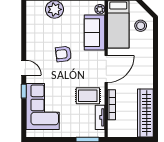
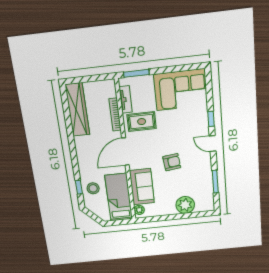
stool: (141, 26) -> (93, 188), moved
window: (24, 30) -> (215, 182), added
window: (156, 39) -> (79, 187), added
corner sofa: (43, 106) -> (181, 90), moved, turned -90

